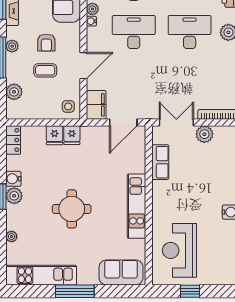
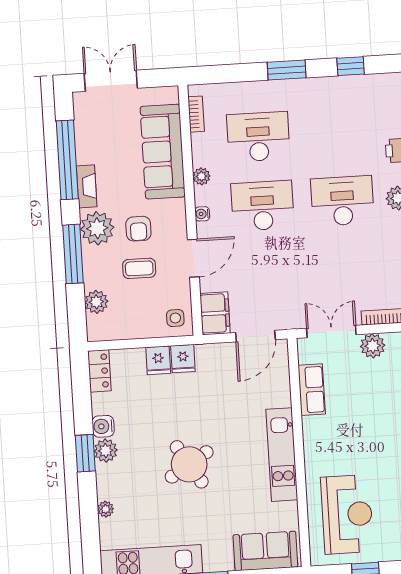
water cooler: (91, 21) -> (202, 214), moved
plant: (12, 46) -> (97, 228), width x1.88, depth x1.88
round table: (72, 209) -> (189, 464), turned -32
reception desk: (179, 250) -> (347, 514), turned 180

